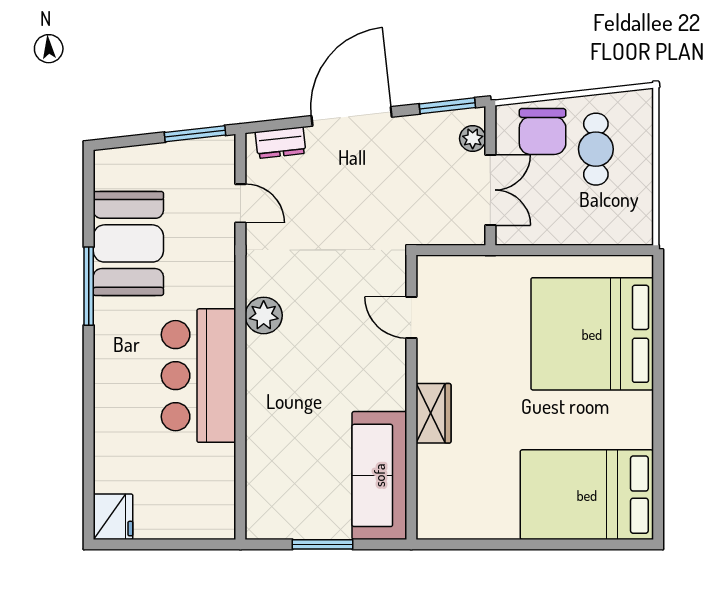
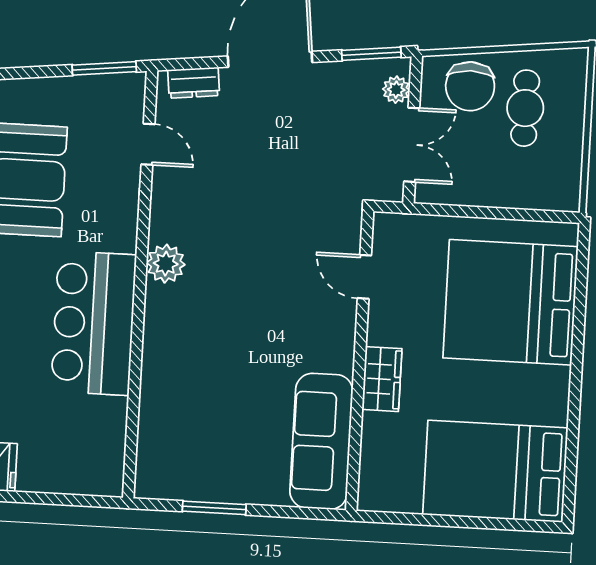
door: (411, 317) -> (364, 277), moved
wall: (411, 397) -> (360, 361), moved
wardrobe: (433, 413) -> (382, 379), moved
sofa: (379, 475) -> (321, 441), moved

